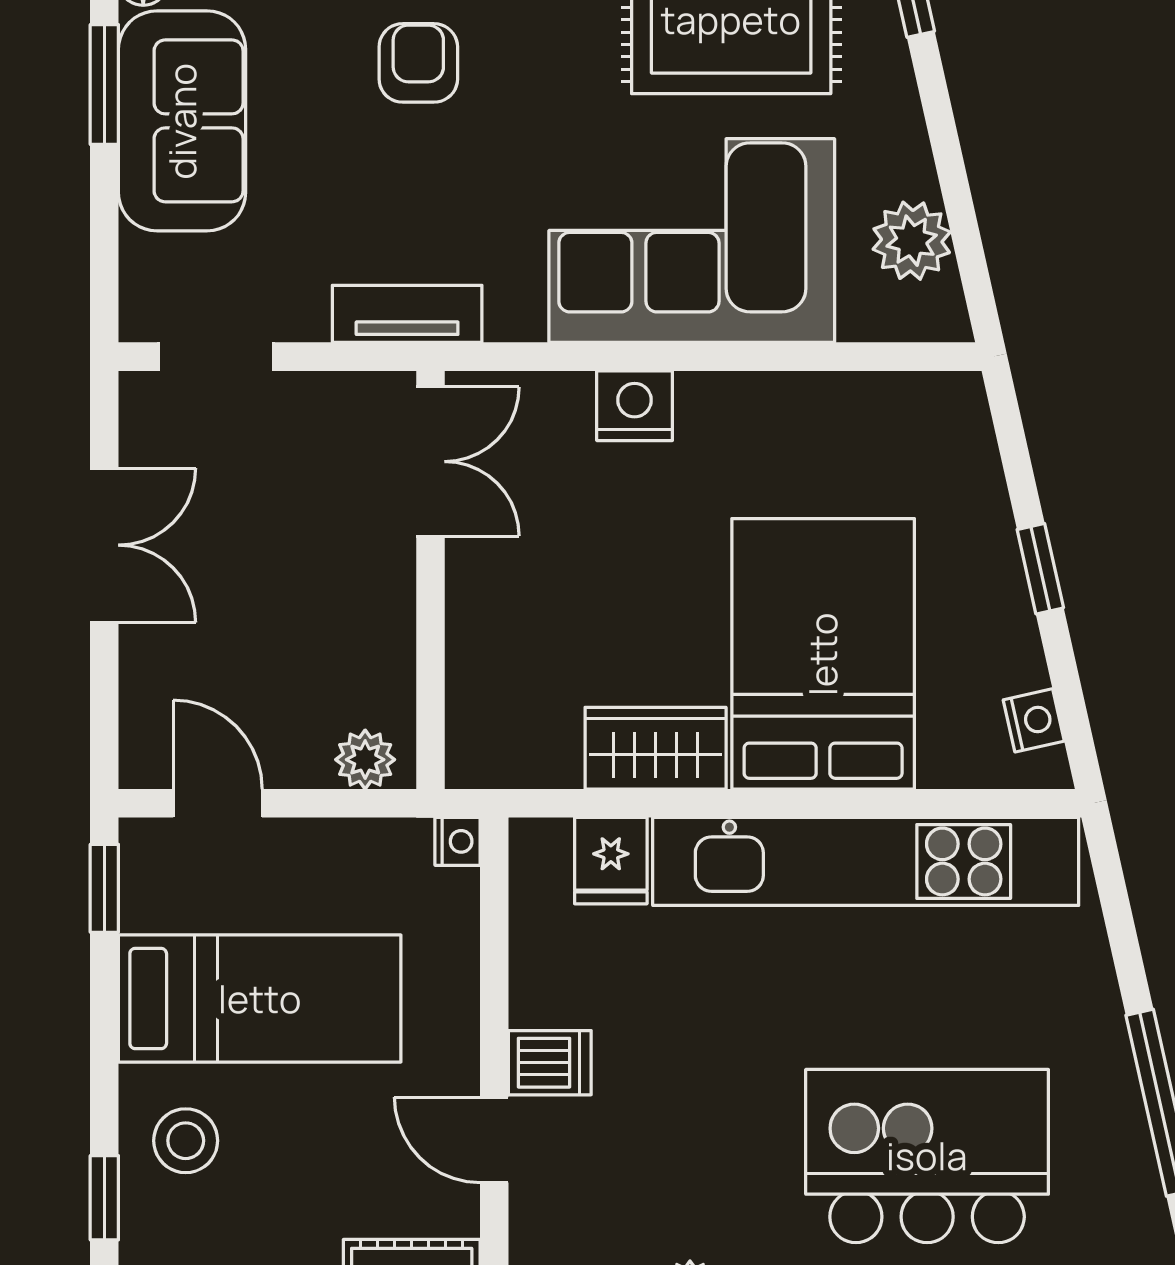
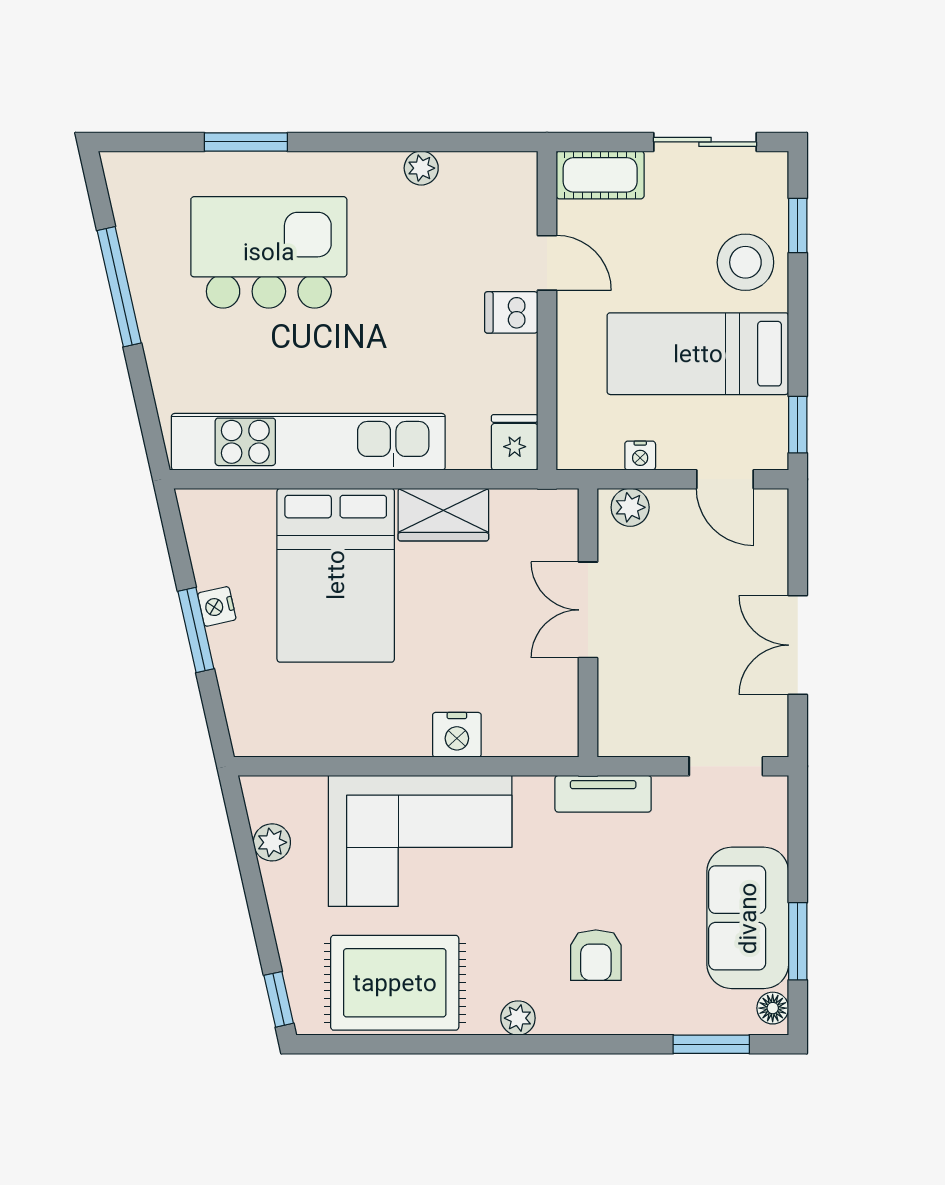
plant: (912, 241) -> (272, 842), width x0.73, depth x0.73
double door: (430, 462) -> (588, 610), moved
window: (1040, 569) -> (196, 630), width x1.50
nightstand: (1034, 720) -> (217, 606), moved
nightstand: (457, 841) -> (640, 456), moved, turned -90
fridge: (611, 861) -> (515, 442), moved
stool: (186, 1141) -> (745, 262), width x1.38, depth x1.38
kitchen island: (927, 1156) -> (269, 252), turned 180

